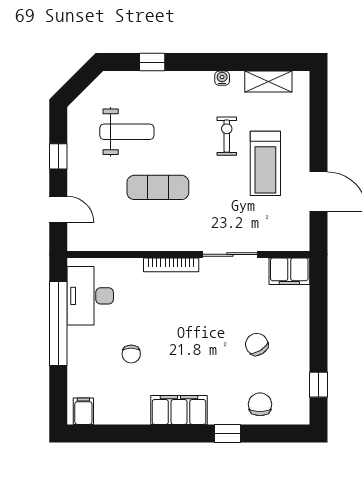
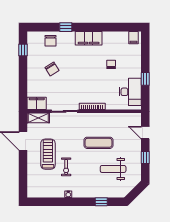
shelving: (268, 82) -> (38, 118), moved
window: (58, 323) -> (145, 79), width x0.32

